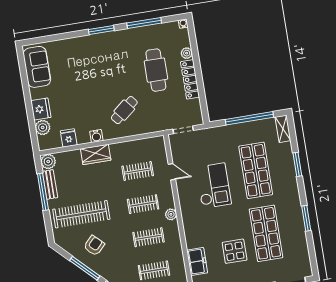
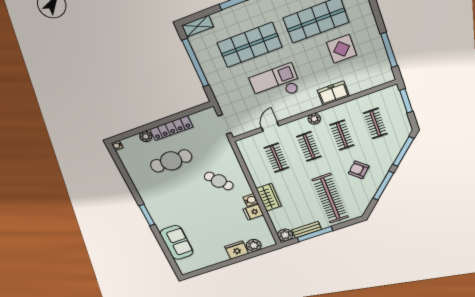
window: (144, 23) -> (128, 180), removed
sofa: (37, 67) -> (177, 243), moved, turned 90
fridge: (69, 138) -> (253, 212), moved
armchair: (94, 246) -> (359, 170), moved
freezer: (197, 261) -> (333, 93), moved

